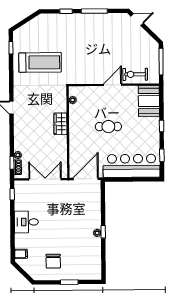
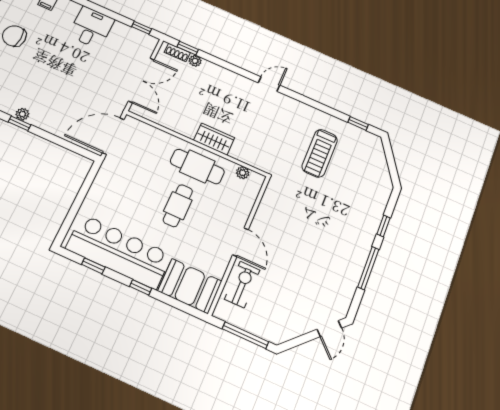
treadmill: (40, 62) -> (320, 153), width x0.73, depth x0.73
cafe table: (81, 126) -> (197, 166), added
bar counter: (132, 166) -> (119, 252), moved, turned -90
door: (86, 179) -> (113, 136), swing flipped

